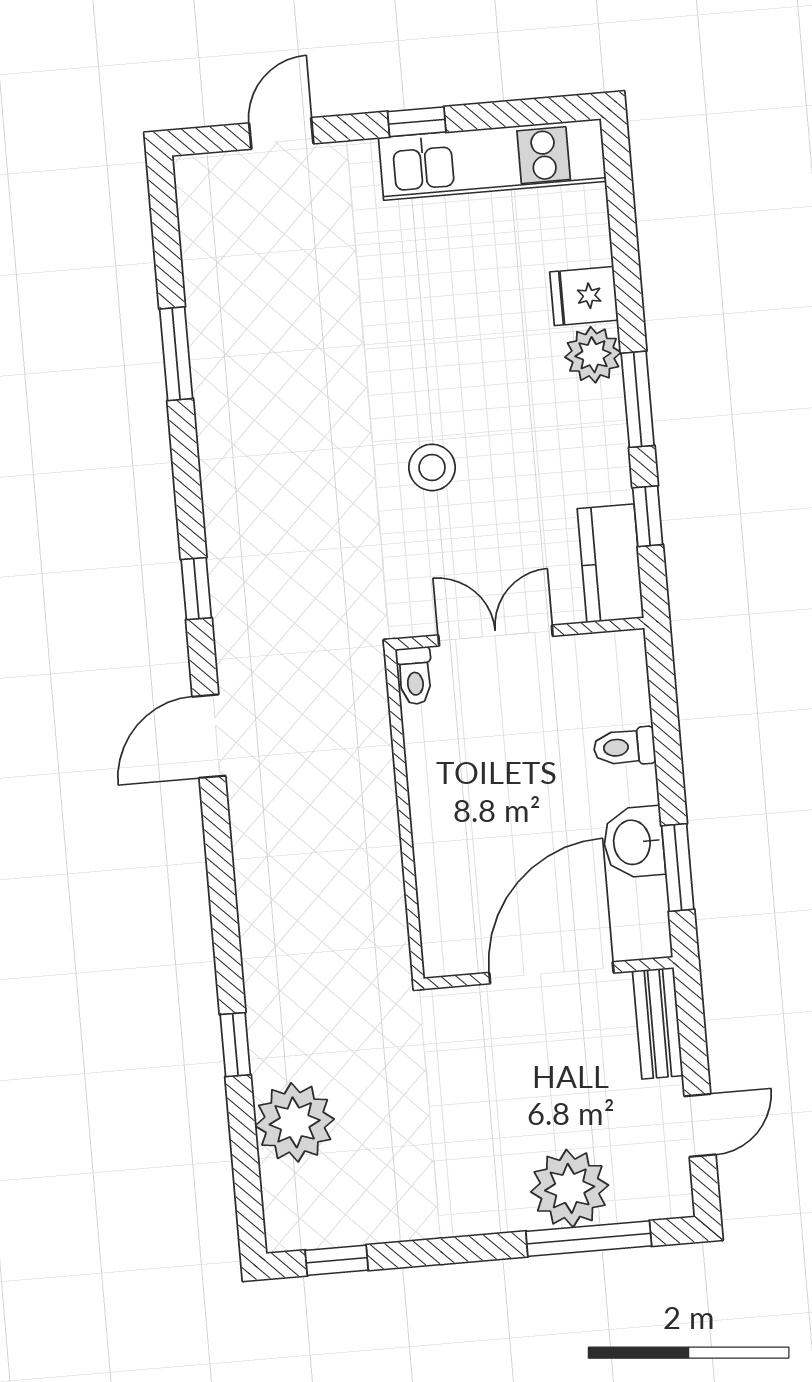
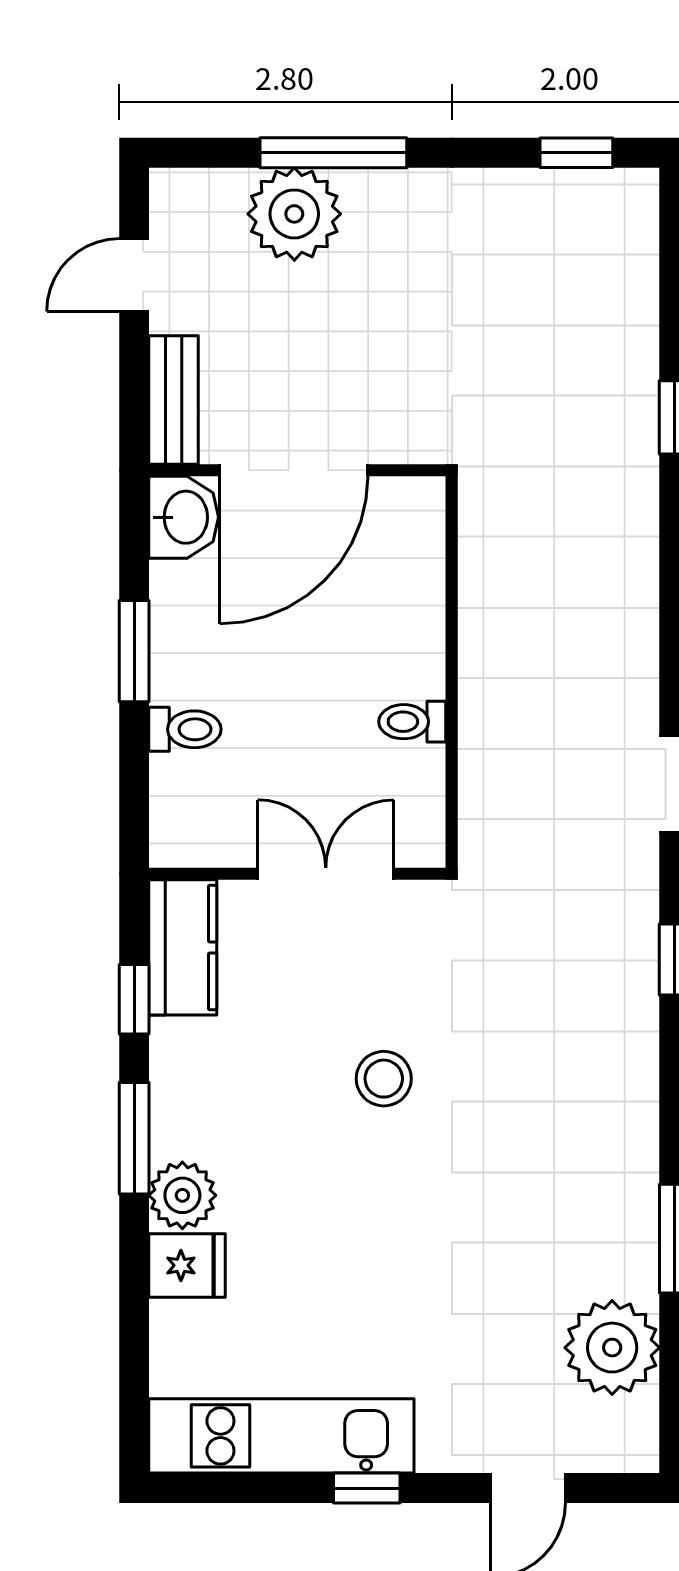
double door: (496, 636) -> (326, 874), swing flipped
toilet: (415, 676) -> (412, 722), moved, turned -90
washbasin: (634, 842) -> (184, 517), moved
window: (678, 867) -> (134, 651), moved
plant: (295, 1122) -> (612, 1348), moved
window: (589, 1239) -> (333, 153), moved

